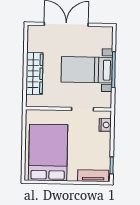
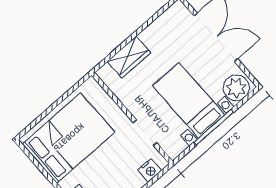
plant: (103, 38) -> (236, 88), added
wardrobe: (34, 74) -> (129, 57), width x0.67

